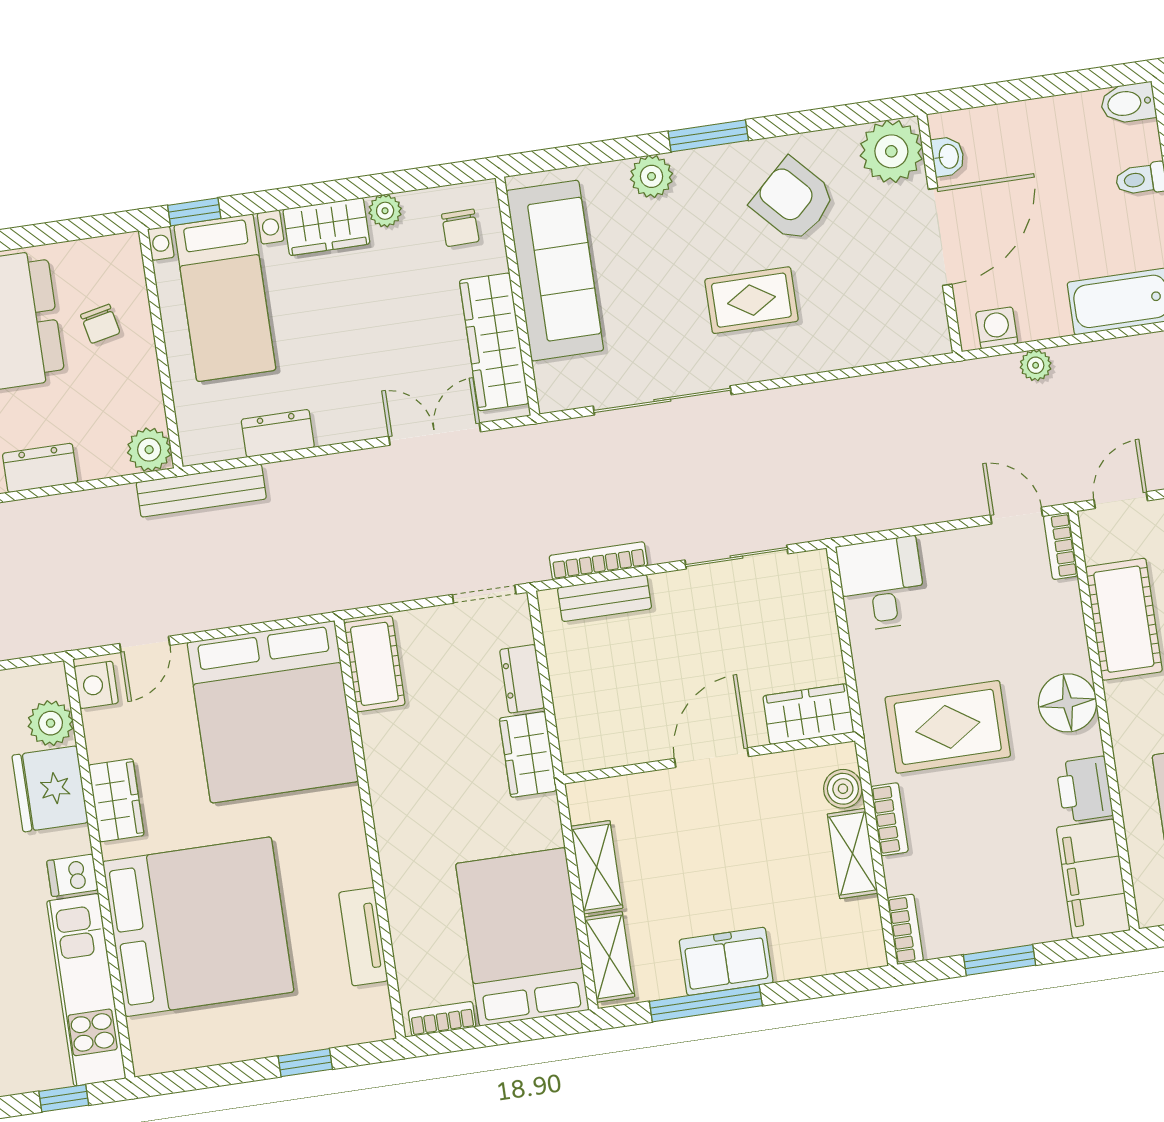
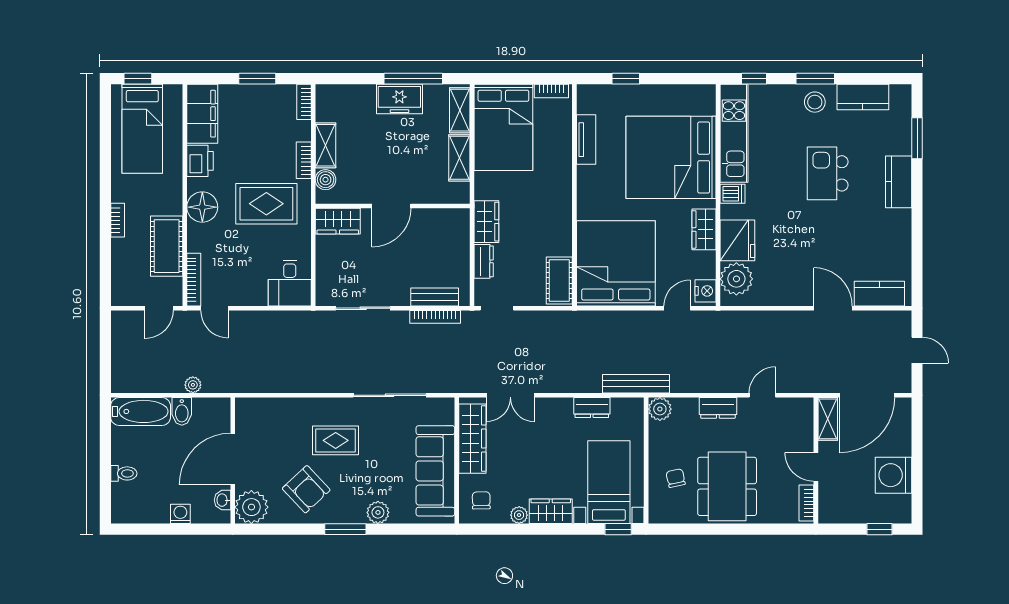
bidet: (1128, 103) -> (182, 411), moved, turned 90
washing machine: (997, 328) -> (180, 514), moved, turned 180
bookcase: (1061, 546) -> (194, 280), width x1.56
plant: (51, 723) -> (736, 279), width x1.36, depth x1.36

